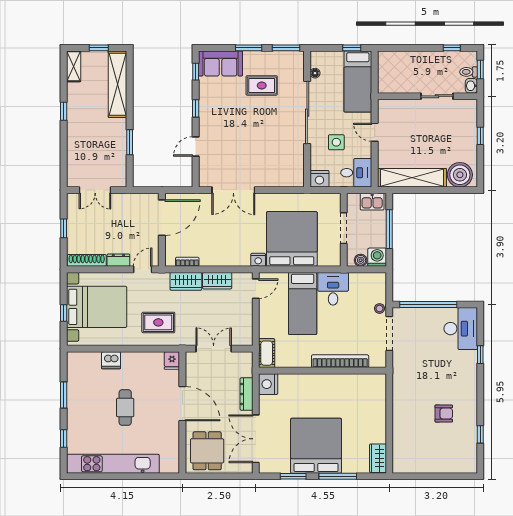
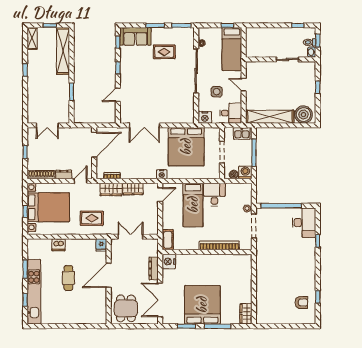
bed: (292, 239) -> (186, 147), moved, turned 180
door: (182, 404) -> (109, 275), swing flipped
armchair: (444, 414) -> (301, 302), moved
kitchen unit: (113, 464) -> (34, 292), moved, turned 90

